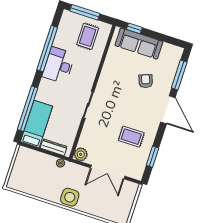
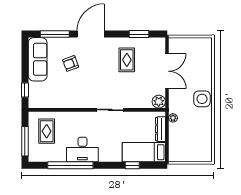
rug: (88, 36) -> (47, 131), turned 90
sofa: (139, 44) -> (38, 59), moved
window: (28, 109) -> (132, 165), width x0.32

